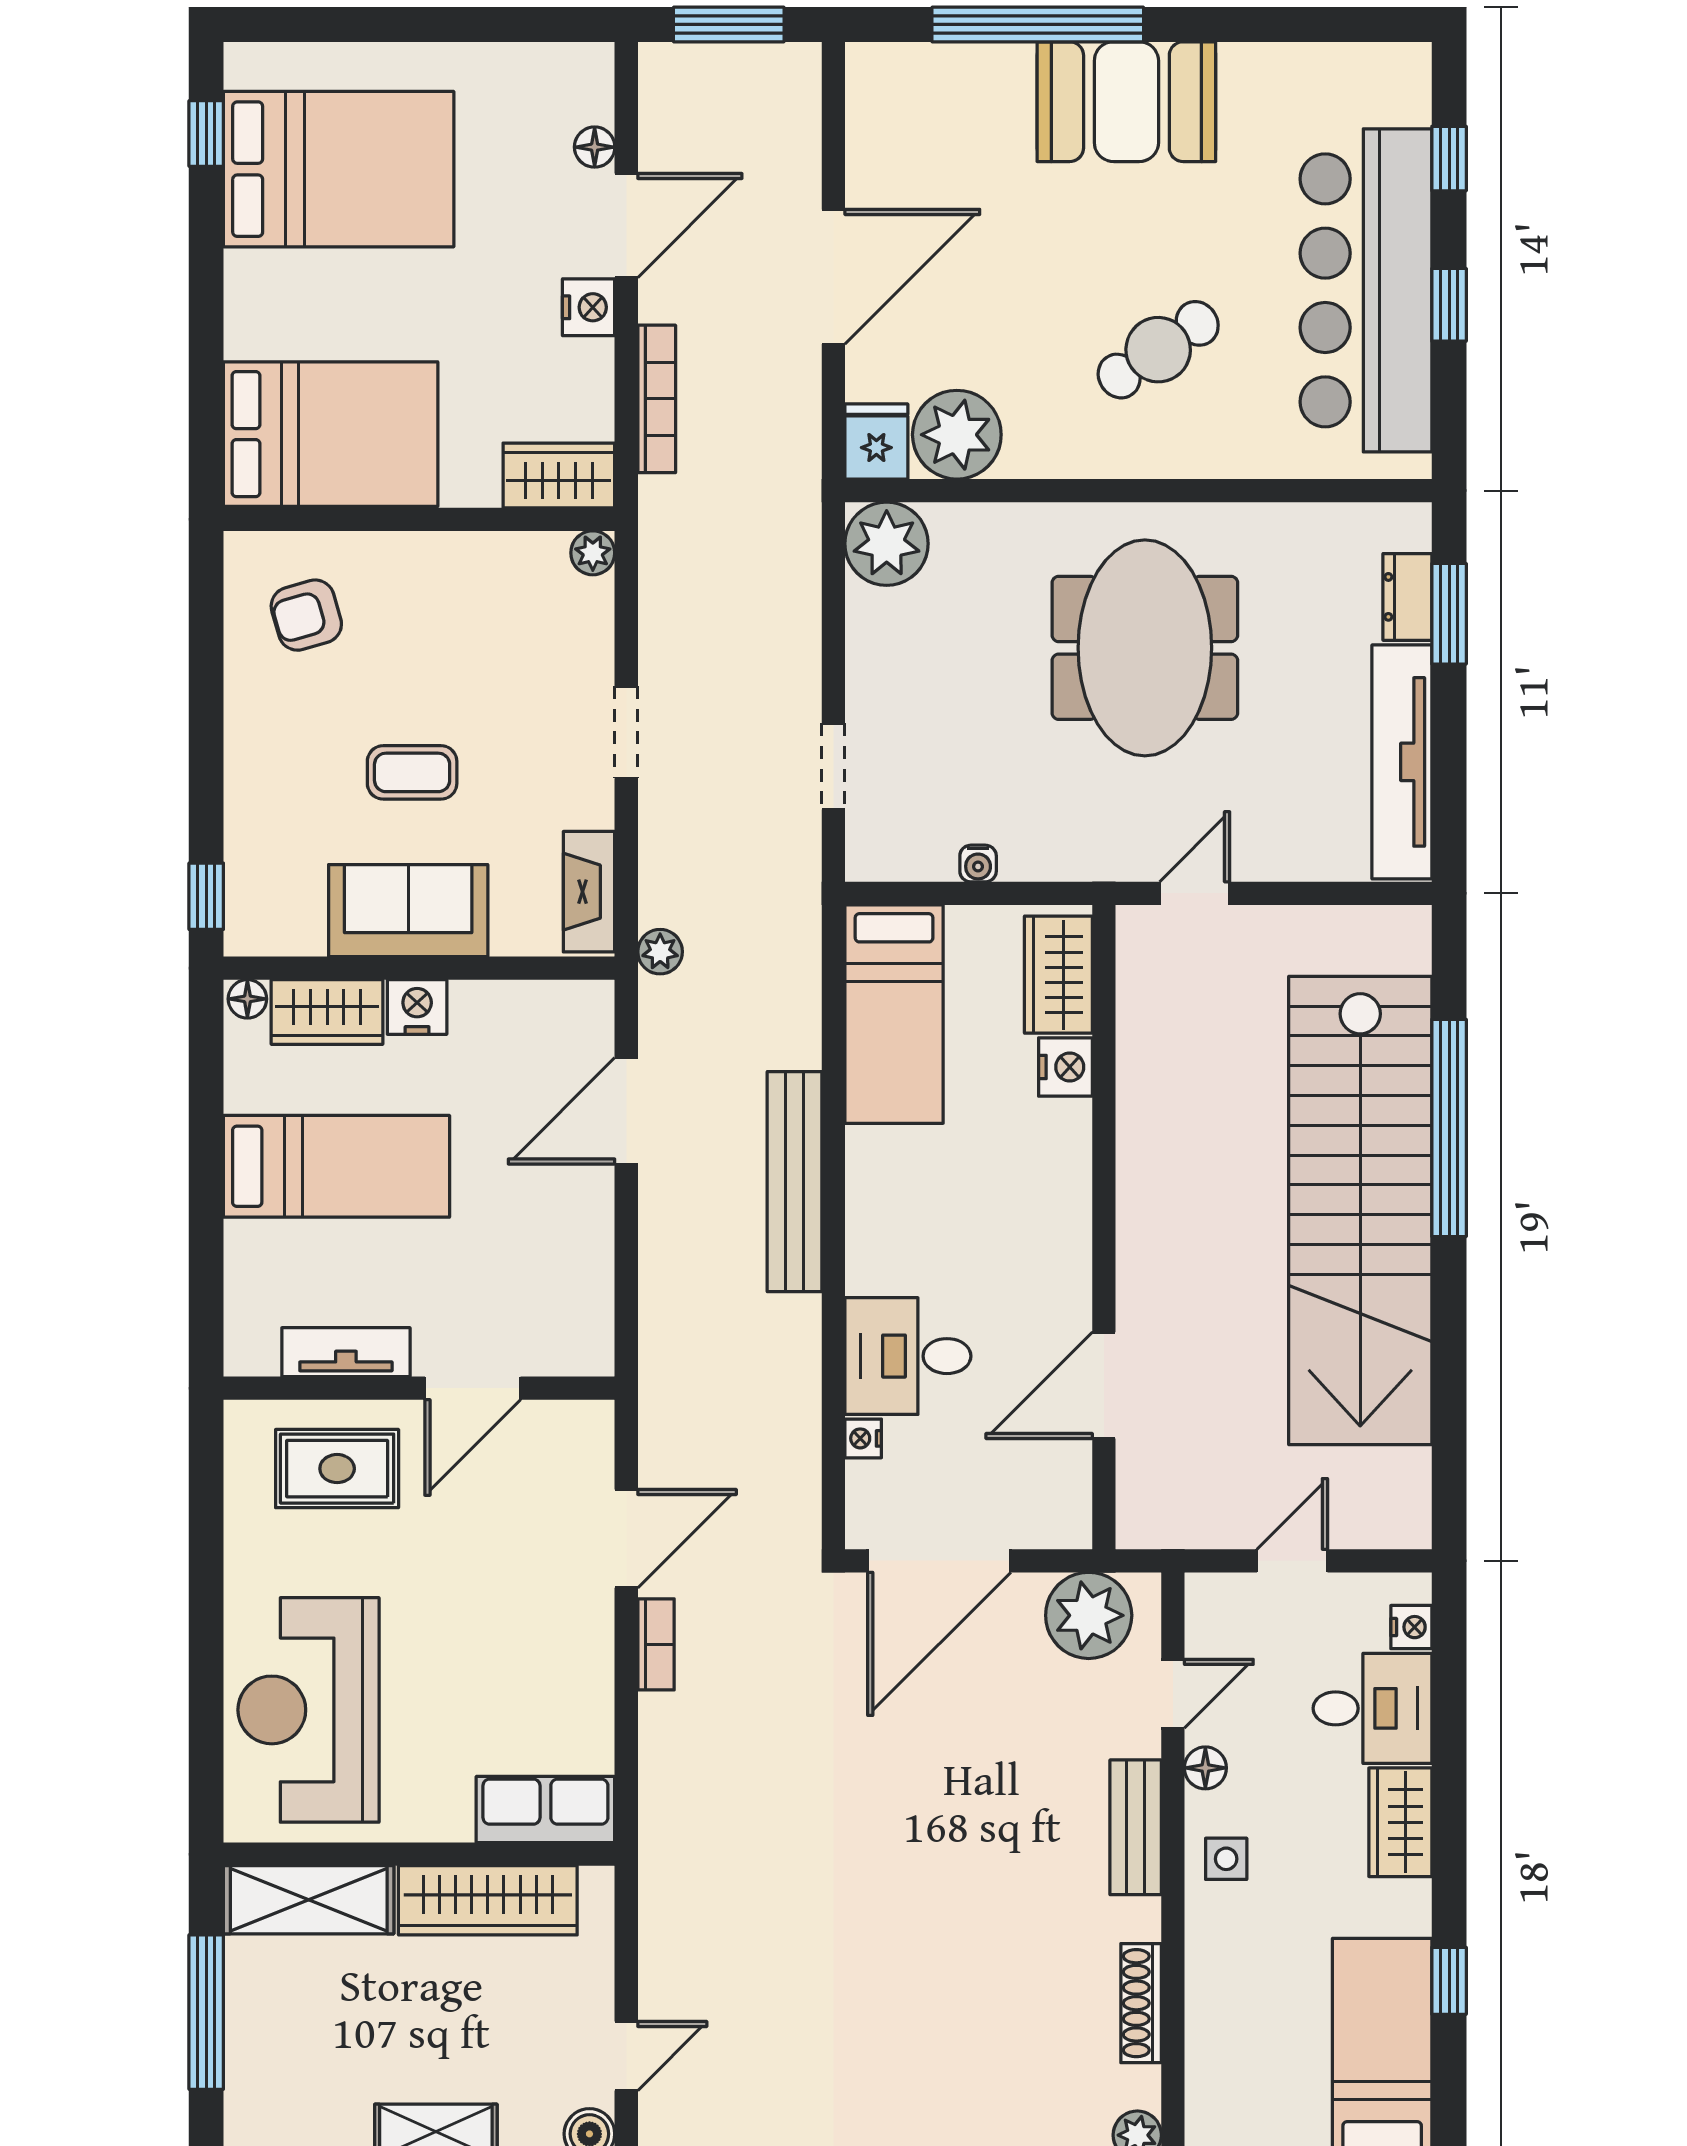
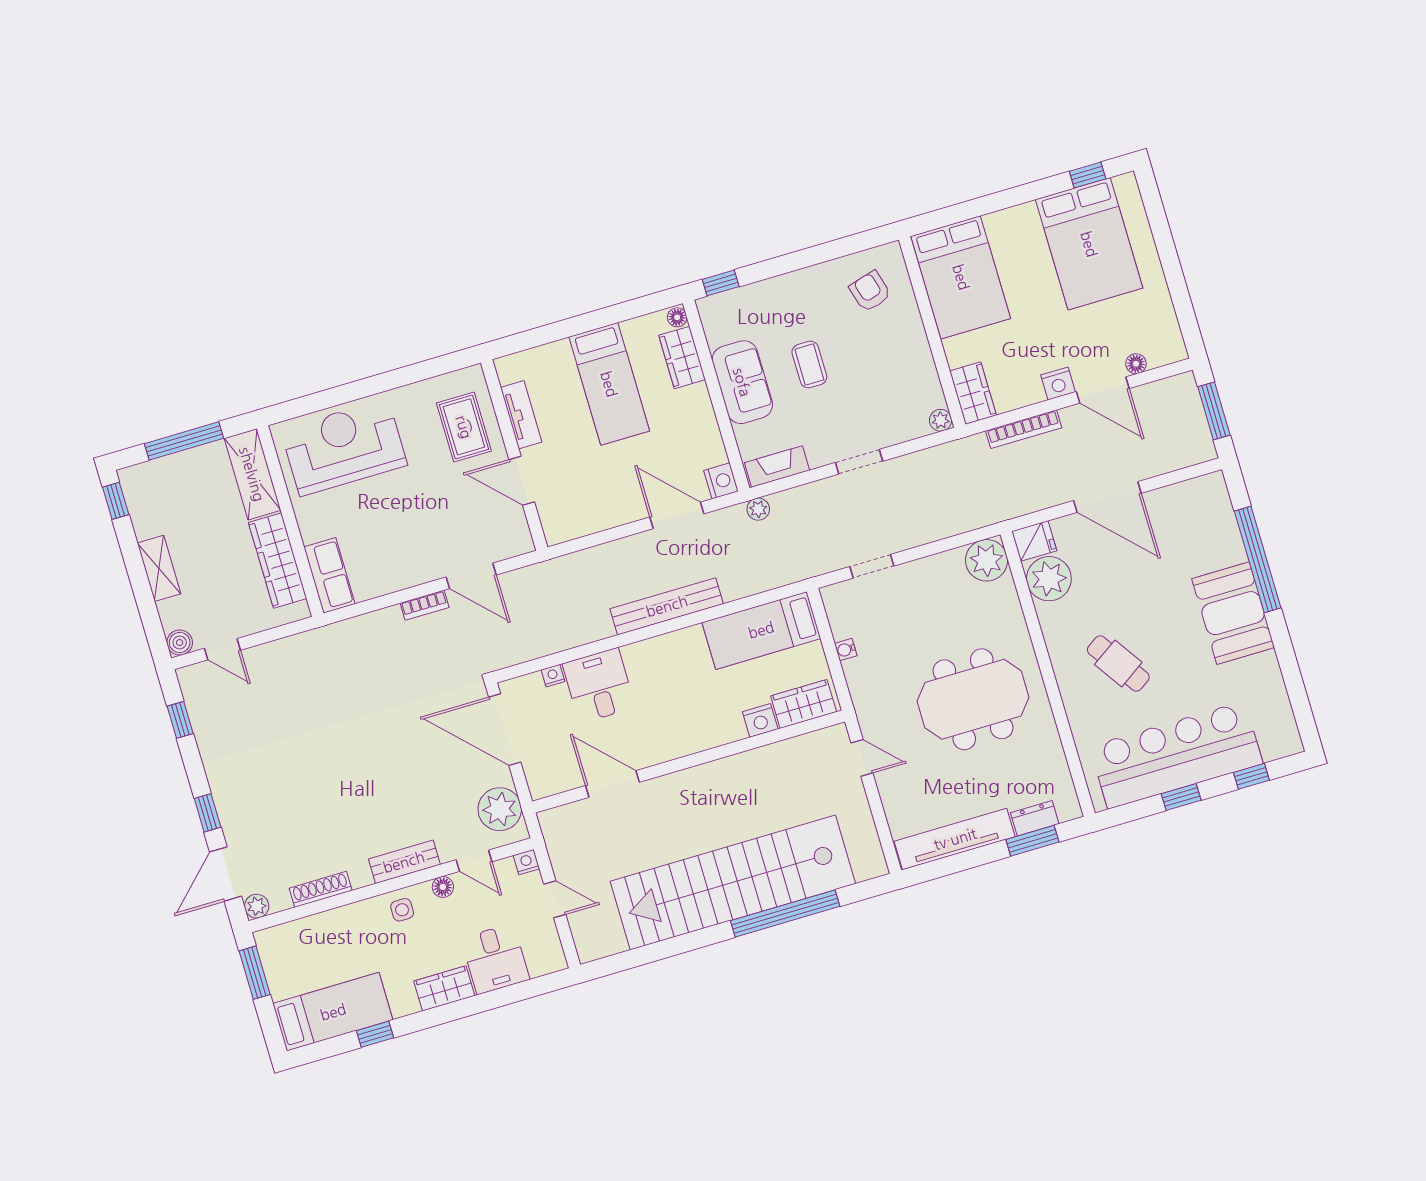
nightstand: (417, 1007) -> (721, 481), moved
nightstand: (1411, 1627) -> (526, 862), moved, turned 180

